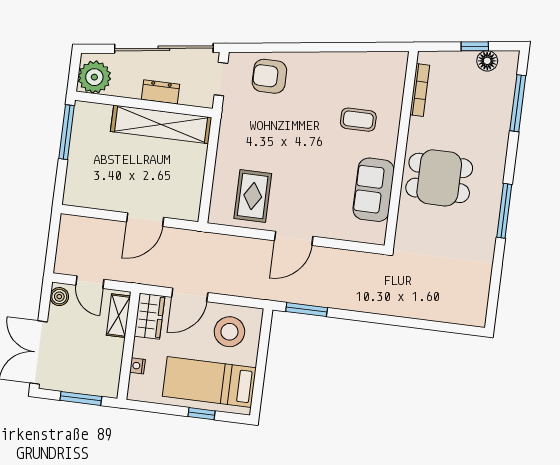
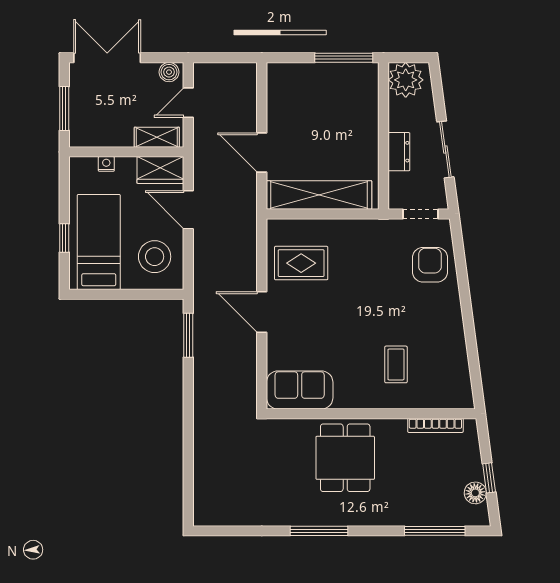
sliding door: (164, 48) -> (445, 149), width x0.54
shelving: (161, 124) -> (319, 195), moved, turned 90
sofa: (374, 190) -> (300, 390), moved

